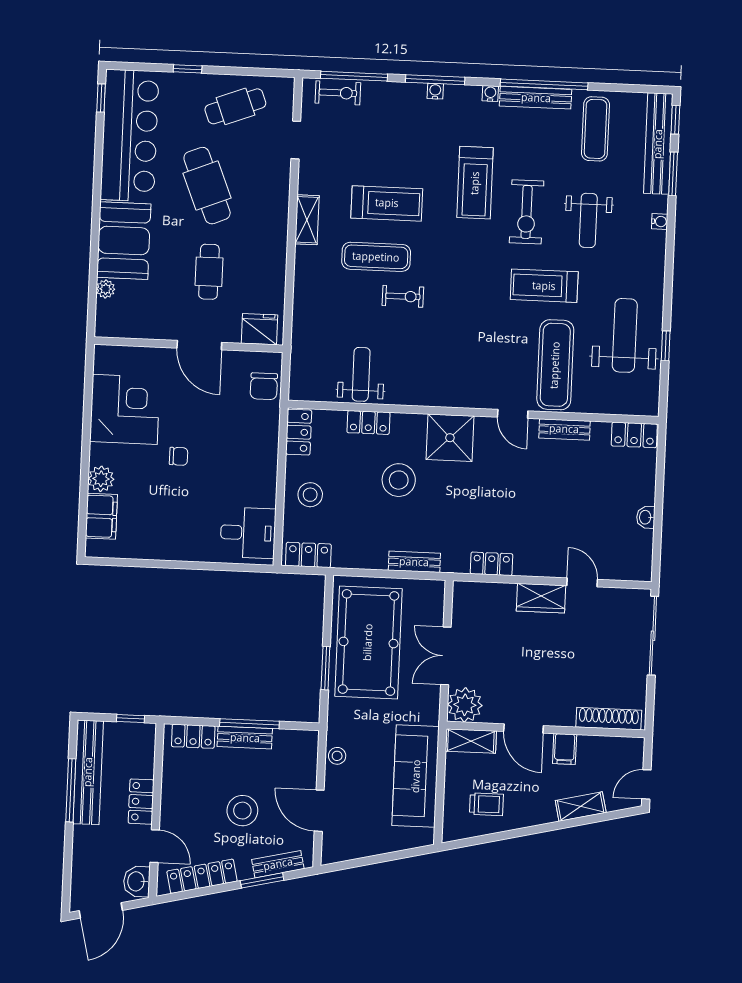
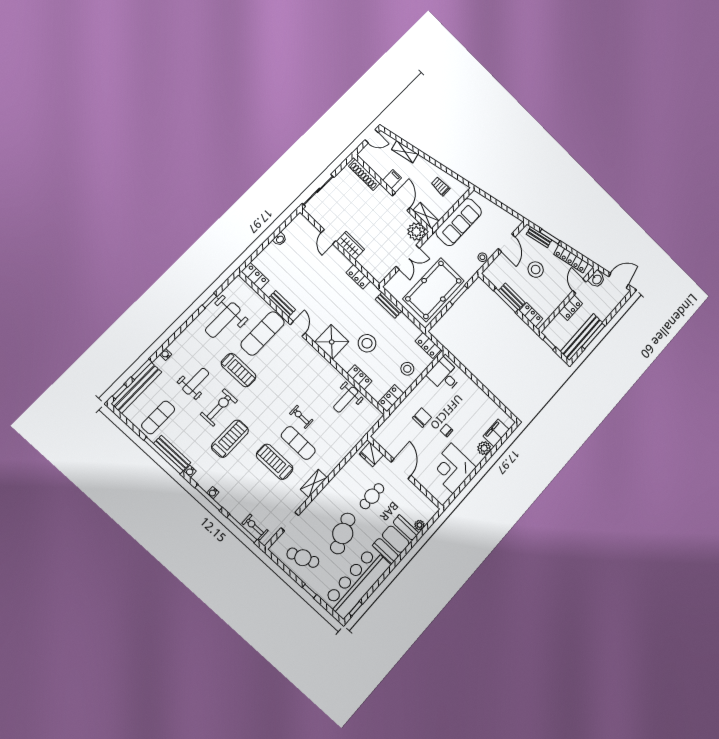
chair: (264, 386) -> (422, 418), moved

